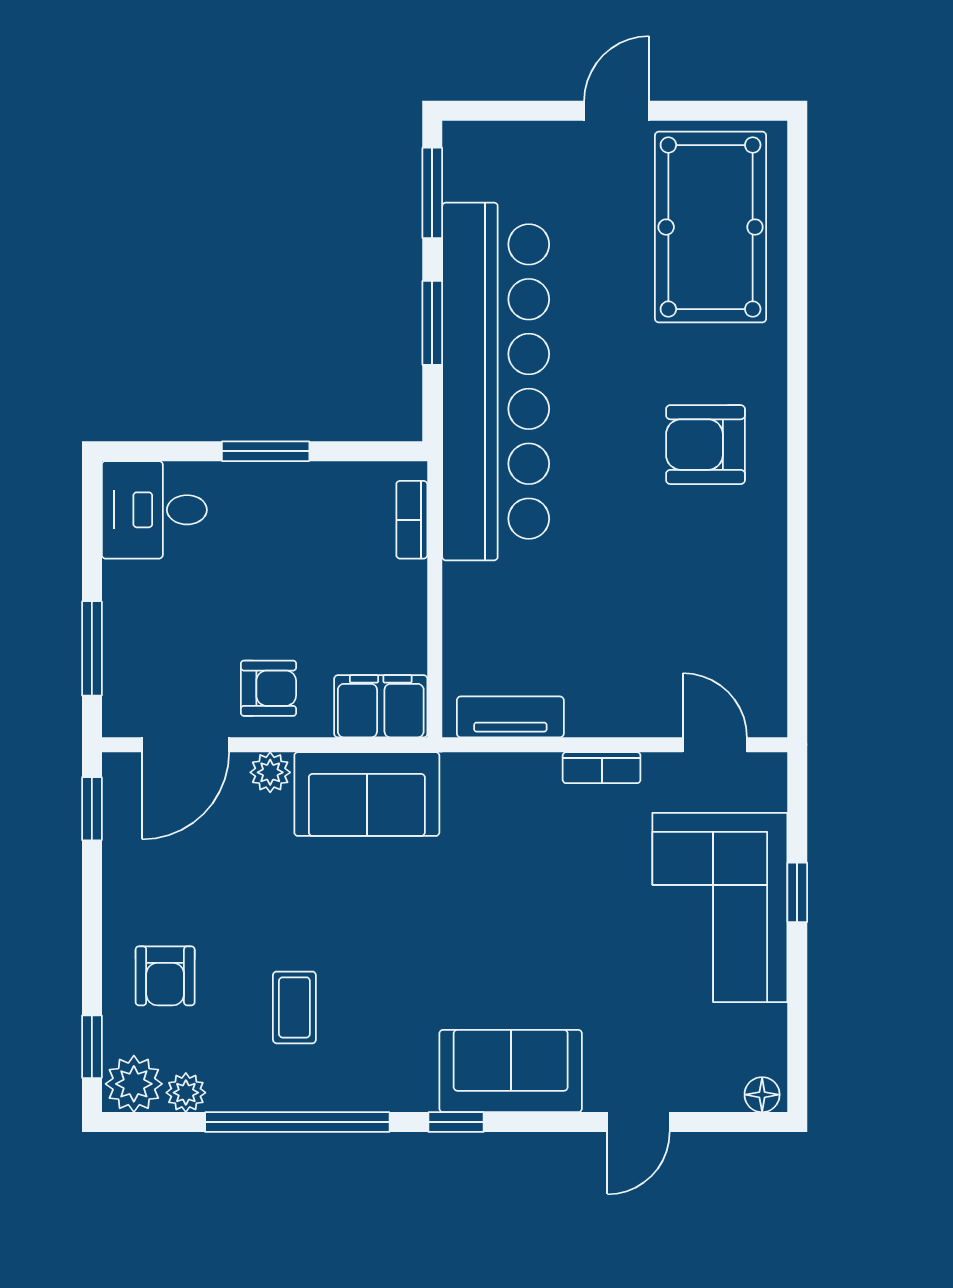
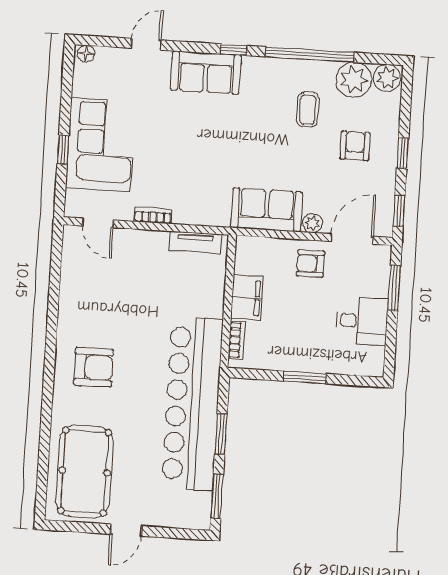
desk: (154, 510) -> (362, 321), moved
filing cabinet: (381, 706) -> (247, 298), moved, turned -90
armchair: (165, 976) -> (355, 146), moved
window: (92, 1047) -> (403, 153), moved
plant: (186, 1093) -> (354, 80), width x1.87, depth x1.87

